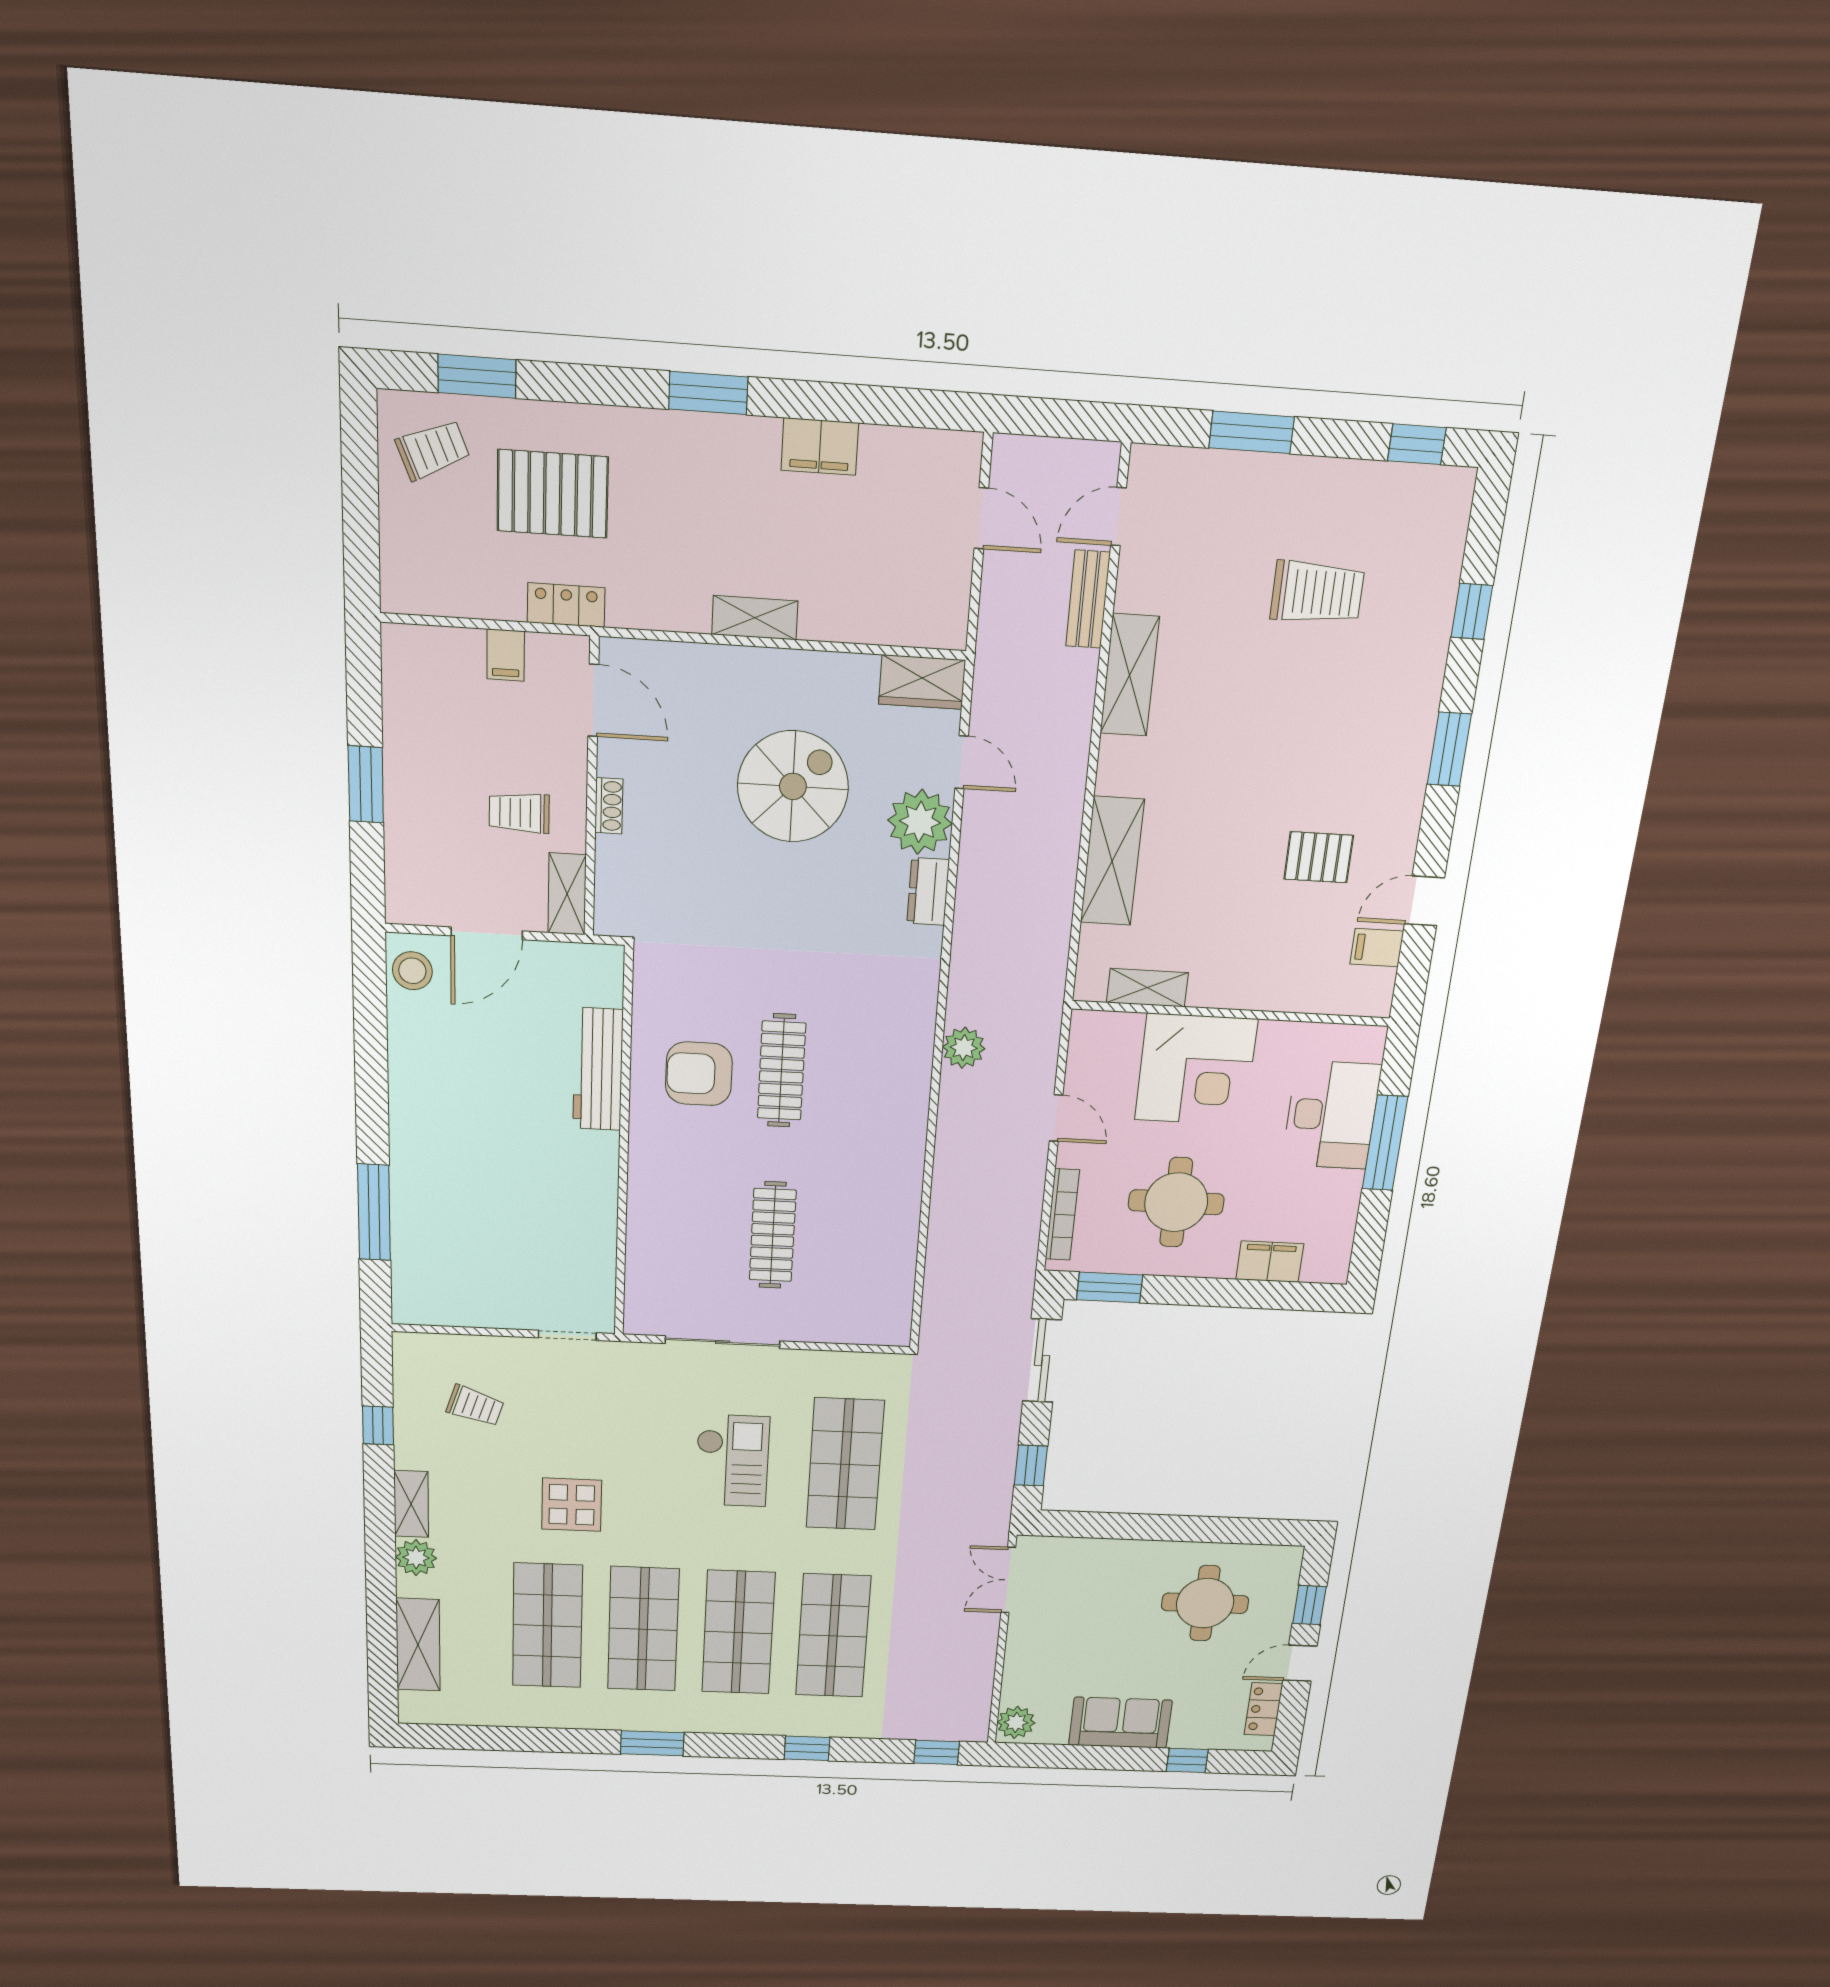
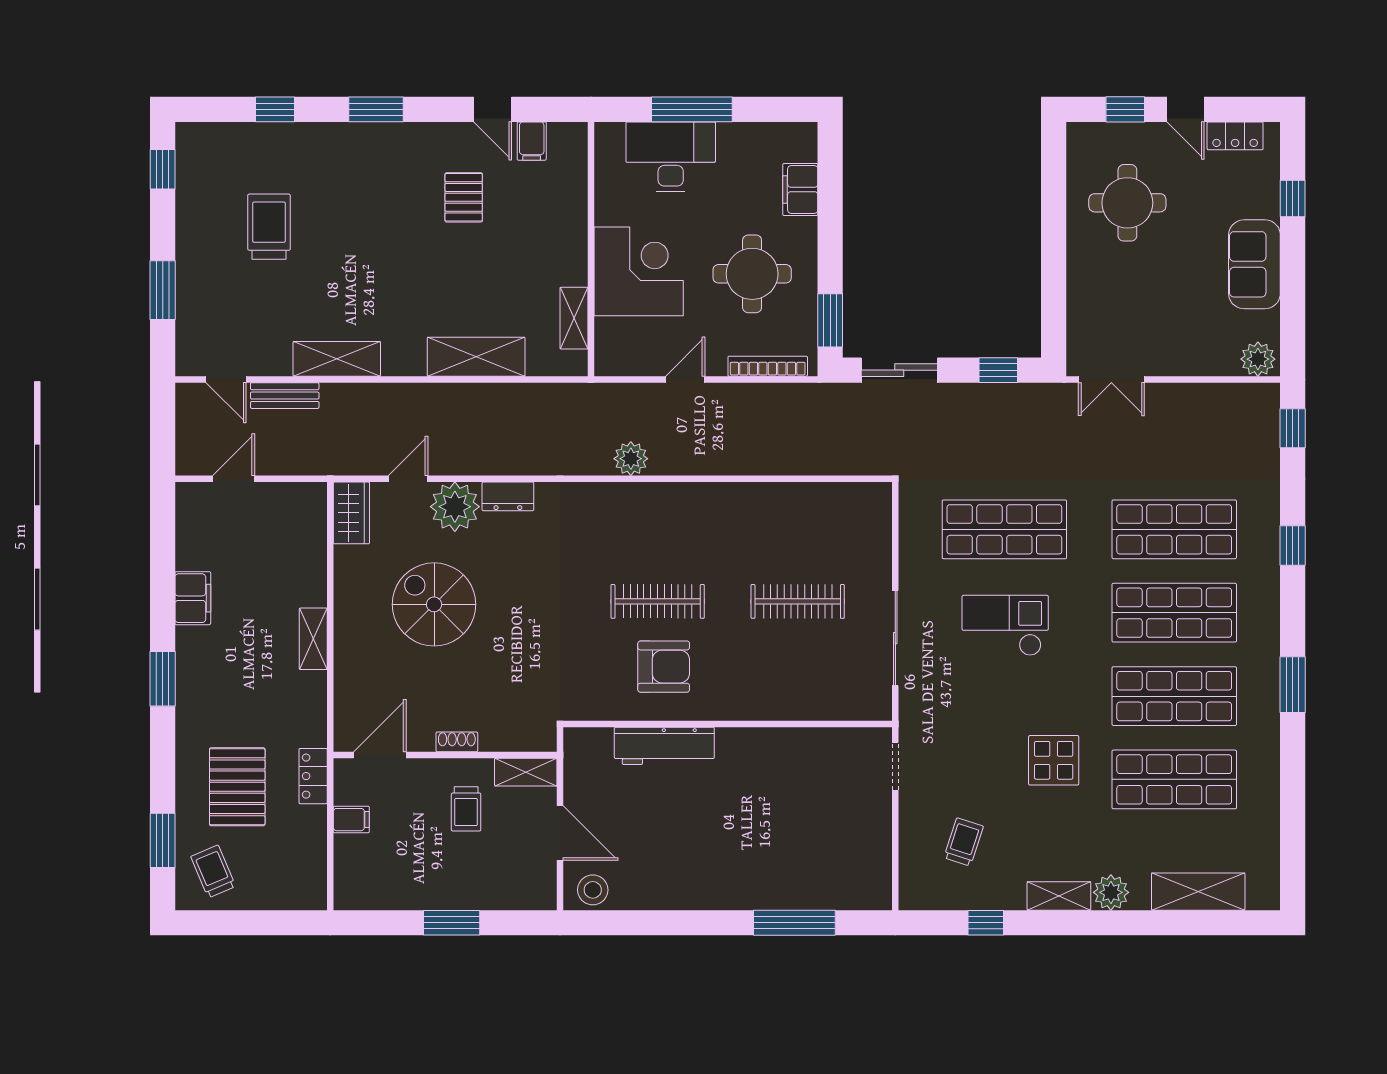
armchair: (699, 1074) -> (664, 667), turned -90

